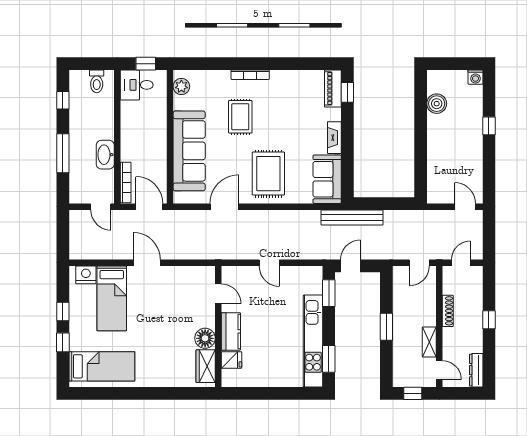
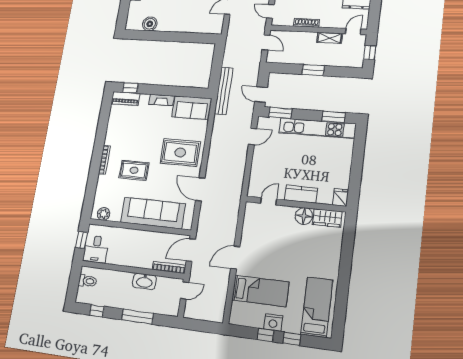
door: (269, 263) -> (253, 137), moved
nightstand: (86, 275) -> (273, 322), moved, turned -90
fridge: (231, 360) -> (341, 197), moved

